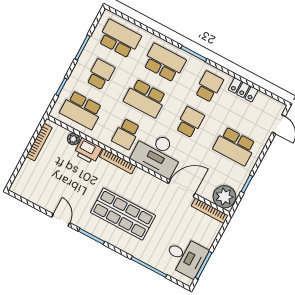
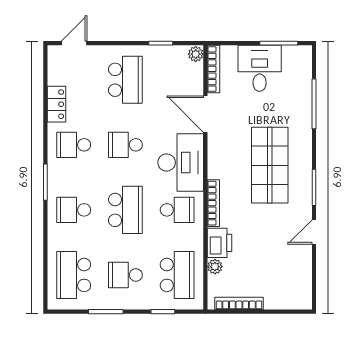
school desk: (164, 63) -> (74, 210), width x0.54
plant: (224, 197) -> (196, 54), width x0.53, depth x0.53
desk: (186, 257) -> (260, 68), moved

